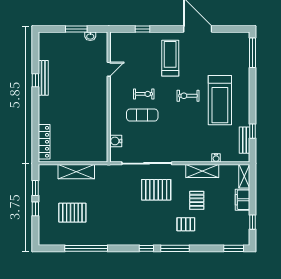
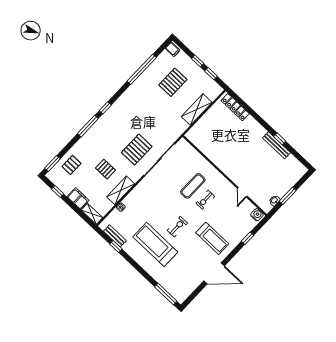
water cooler: (116, 141) -> (257, 215), moved
pallet: (186, 224) -> (71, 165), moved
filing cabinet: (45, 239) -> (173, 49), added

